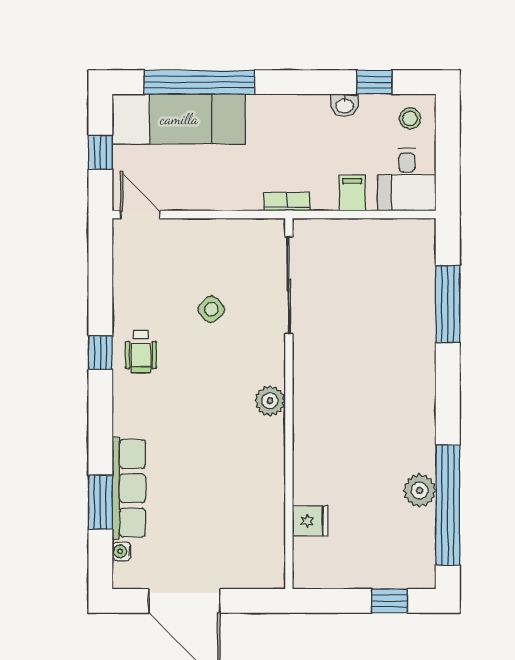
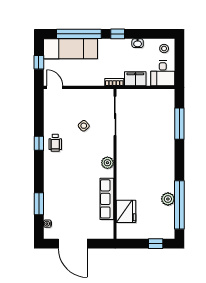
window: (374, 82) -> (118, 34), moved
filing cabinet: (352, 193) -> (135, 79), width x2.00
row of seats: (129, 488) -> (107, 199), moved, turned 180
fridge: (310, 521) -> (126, 211), width x1.88, depth x1.34

